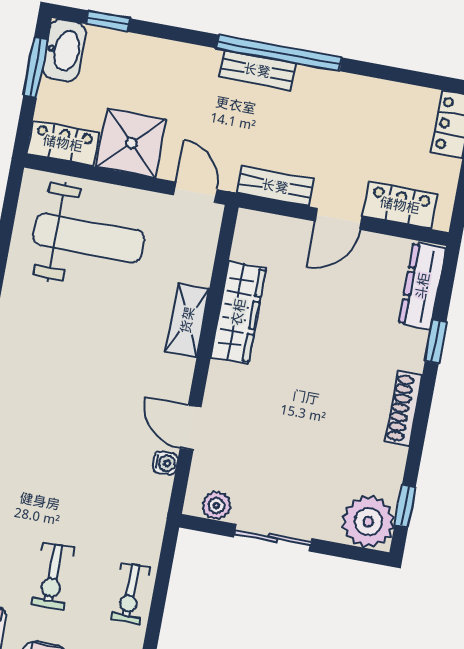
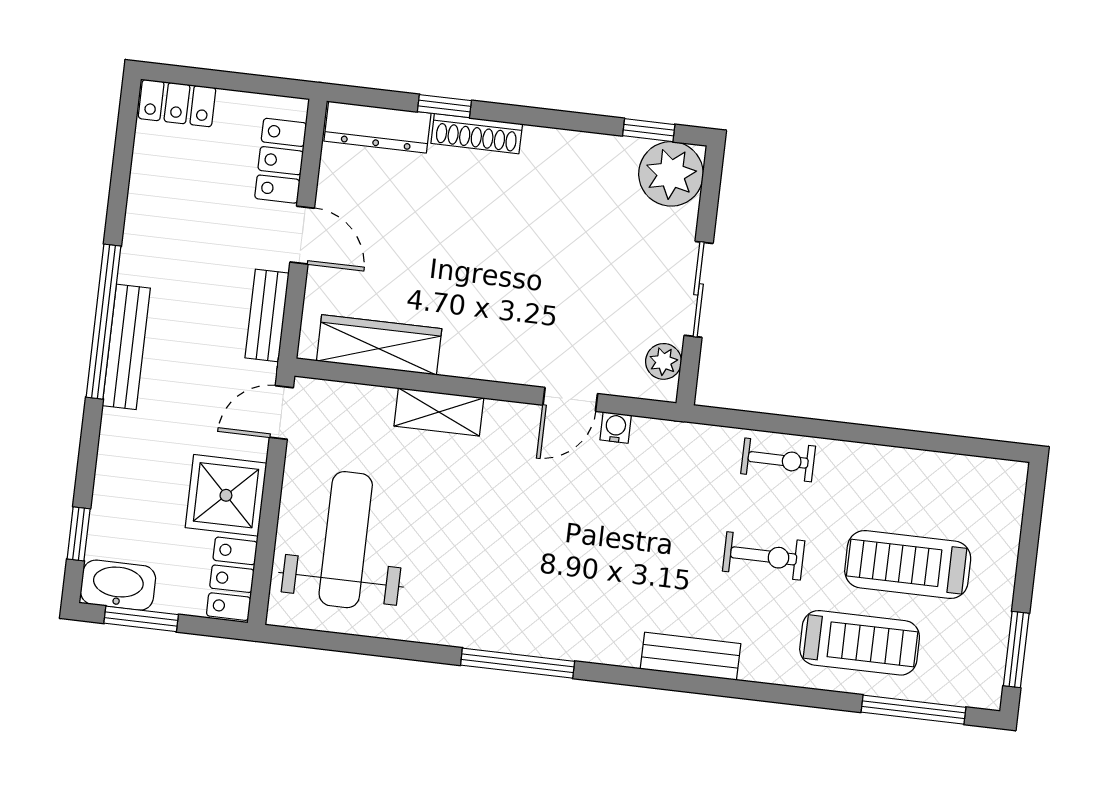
bench: (257, 70) -> (126, 347), width x1.36
wardrobe: (238, 312) -> (379, 345), moved
shoe rack: (404, 408) -> (477, 134), moved

